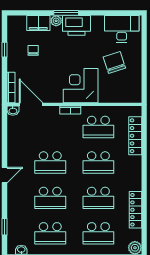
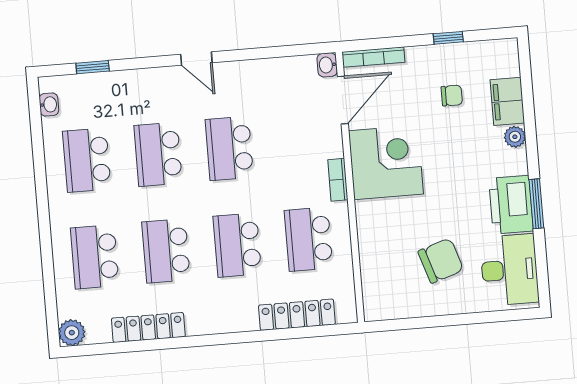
window: (66, 13) -> (536, 204), moved
printer: (76, 25) -> (511, 205), moved
corner desk: (81, 86) -> (386, 162), moved

